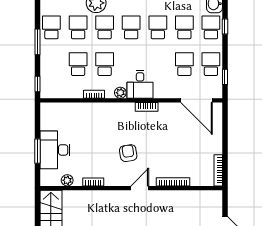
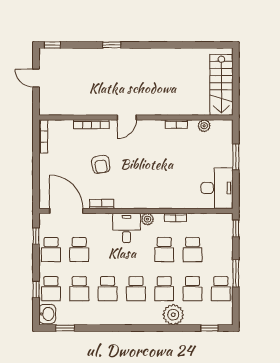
bookcase: (147, 107) -> (102, 204), moved
desk: (55, 150) -> (217, 188), moved
armchair: (128, 153) -> (101, 164), moved

